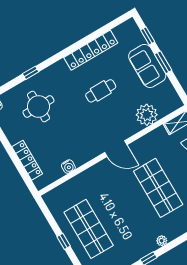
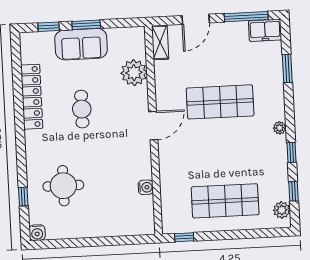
window: (31, 73) -> (23, 197), moved
locker: (27, 160) -> (115, 229), removed
window: (64, 241) -> (184, 237), moved

